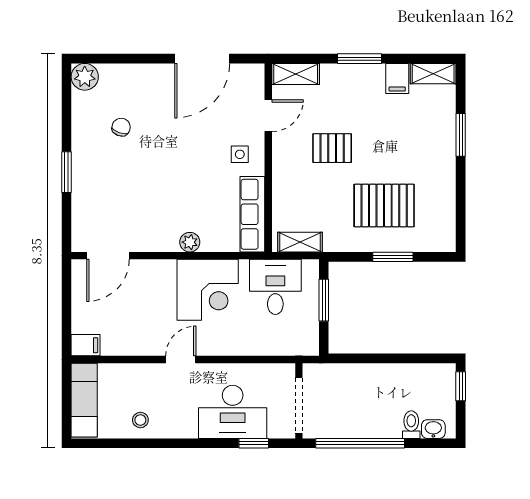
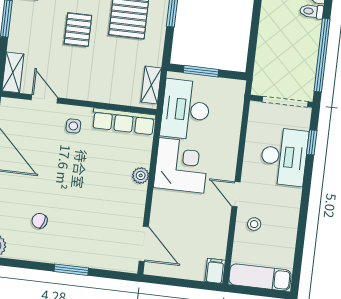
pallet: (332, 148) -> (78, 30), moved
desk: (275, 287) -> (186, 110), width x1.37
stool: (140, 420) -> (254, 224), moved

